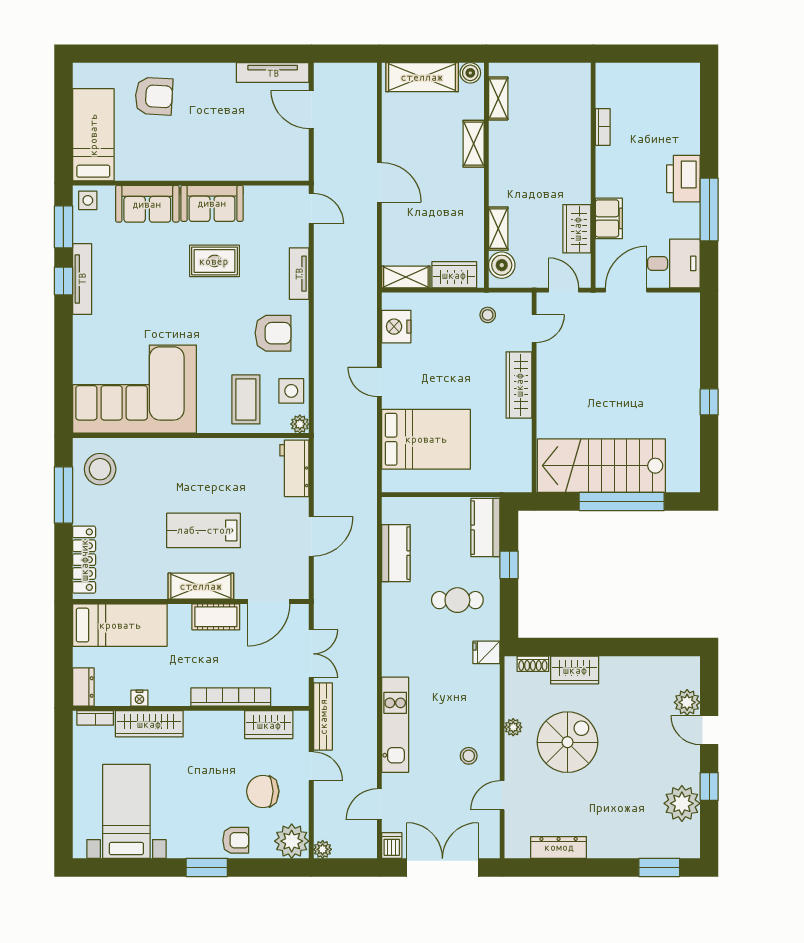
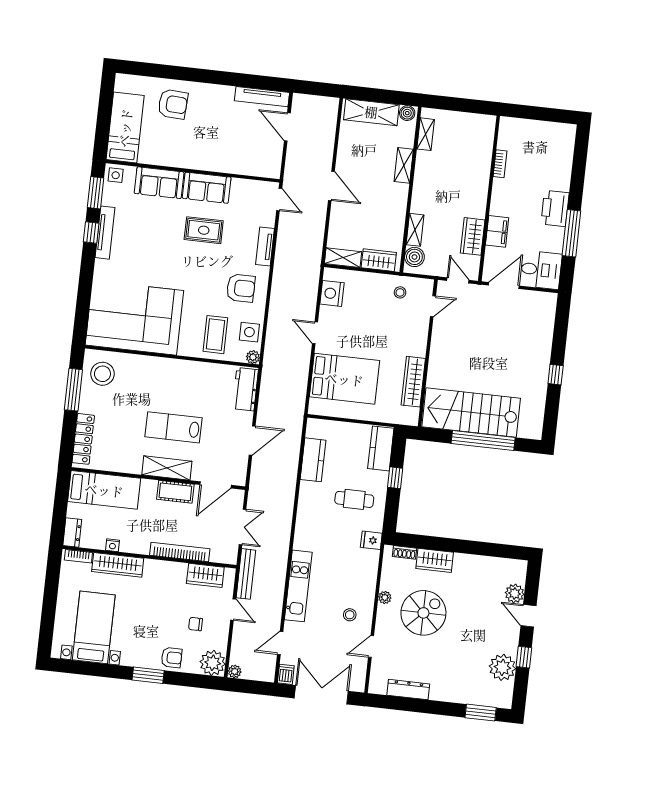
wardrobe: (519, 385) -> (413, 382), moved
chair: (263, 791) -> (196, 624), width x0.54, depth x0.54

